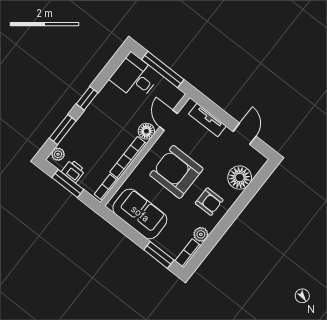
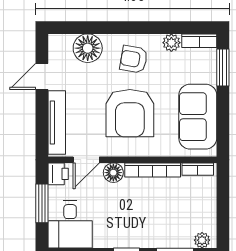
window: (163, 70) -> (42, 203), width x0.69
tv unit: (207, 120) -> (57, 123), width x1.41
printer: (73, 171) -> (58, 174), moved, turned 180
window: (68, 184) -> (223, 209), removed
armchair: (209, 202) -> (134, 59), turned -80

